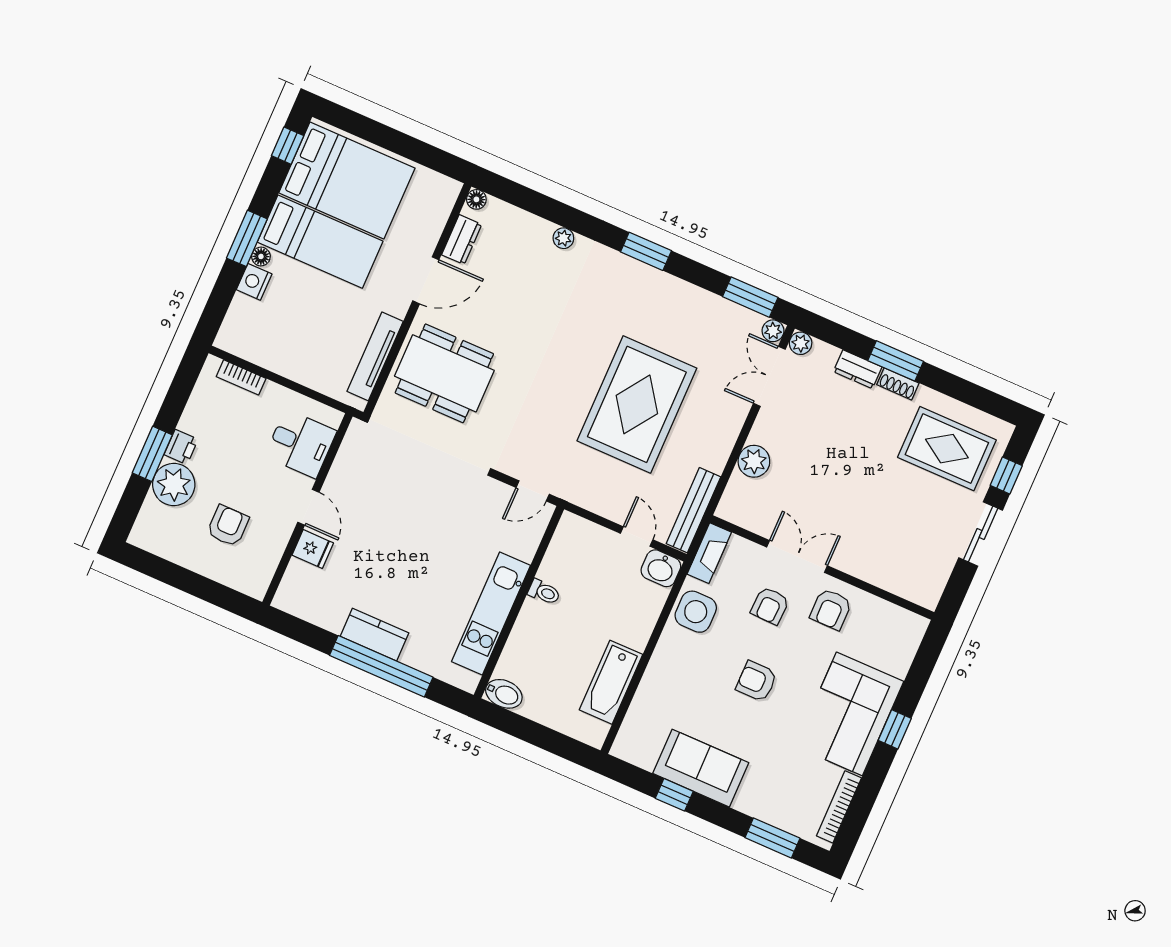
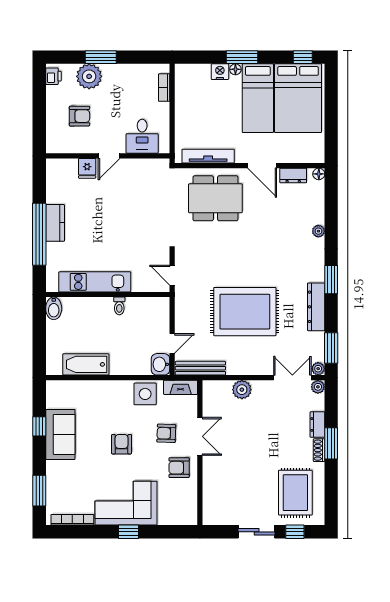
dresser: (677, 292) -> (316, 307), added
dining table: (444, 373) -> (215, 198), turned 90
printer: (181, 447) -> (53, 76), moved, turned -90

